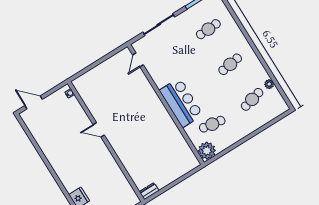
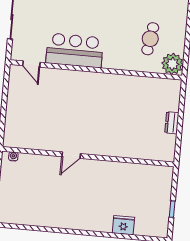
bar counter: (181, 103) -> (75, 50), moved
dresser: (149, 191) -> (172, 123), moved

